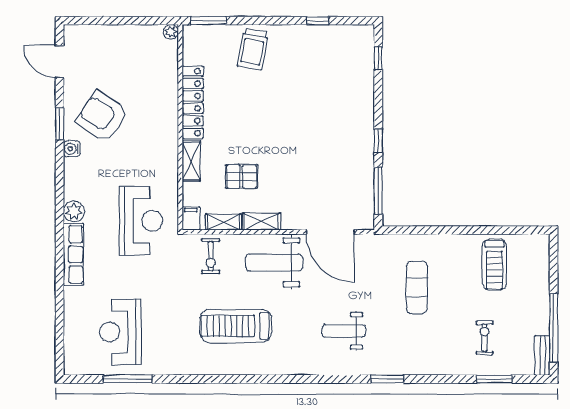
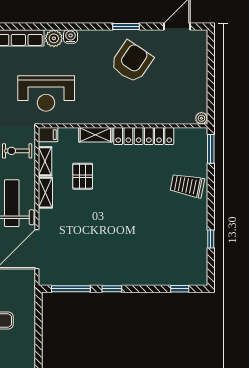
water cooler: (72, 149) -> (71, 37), moved

